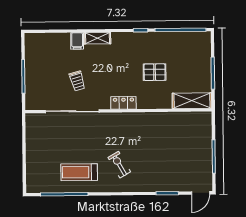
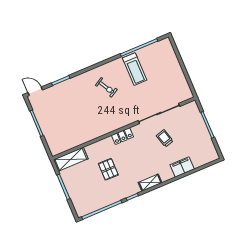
shelving: (97, 38) -> (150, 183), moved
filing cabinet: (77, 41) -> (182, 167), width x2.00
pallet: (155, 72) -> (108, 169), turned 90
treadmill: (79, 172) -> (135, 69), turned 90
door: (201, 193) -> (35, 91), hinge flipped

